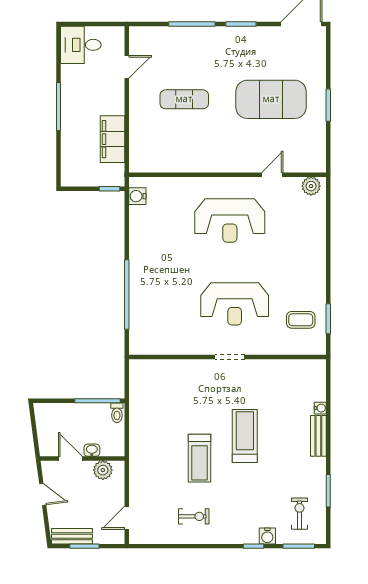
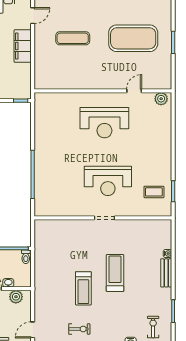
filing cabinet: (113, 139) -> (23, 46), moved
water cooler: (137, 196) -> (40, 106), removed

